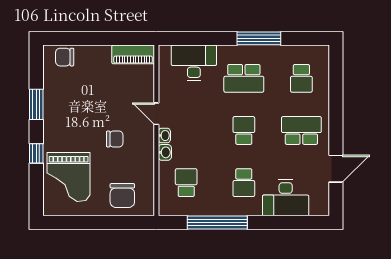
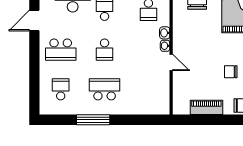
piano: (133, 54) -> (206, 107), moved
desk: (194, 63) -> (143, 101), removed
chair: (115, 139) -> (231, 72), moved

